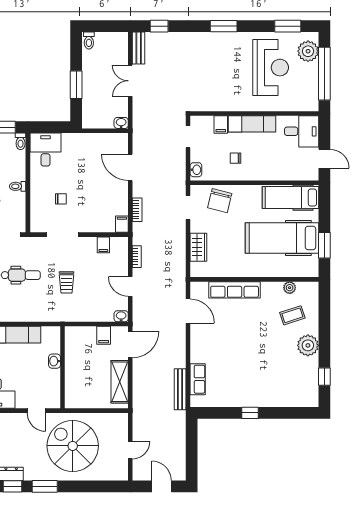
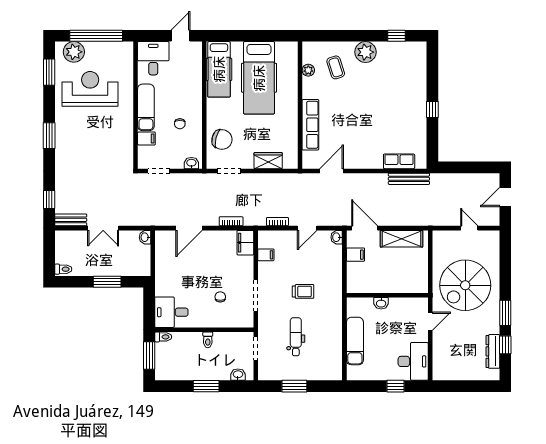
filing cabinet: (122, 224) -> (245, 243), width x2.00
window: (324, 245) -> (266, 36), removed

